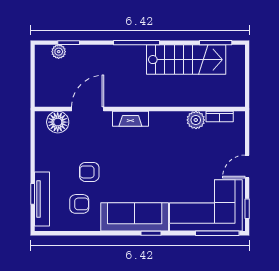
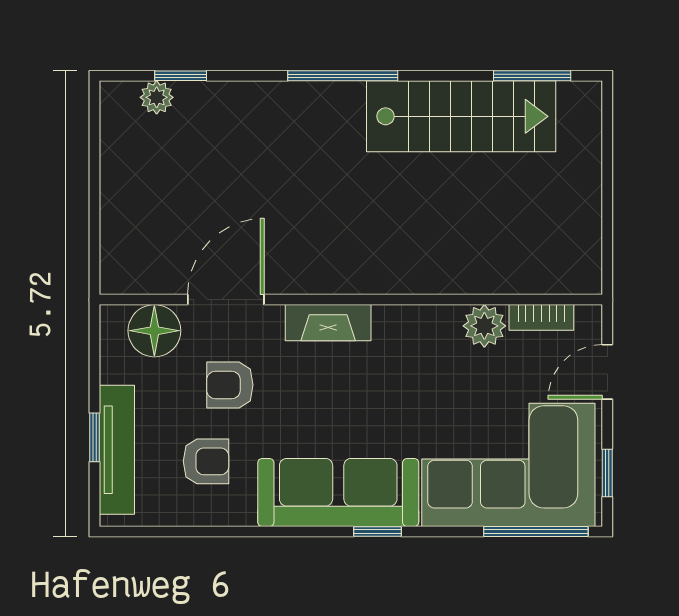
door: (88, 109) -> (226, 300), moved
wall: (140, 109) -> (351, 300), moved
bookcase: (220, 116) -> (541, 317), moved
fireplace: (130, 119) -> (328, 323), moved
plant: (196, 120) -> (484, 326), moved
floor lamp: (58, 122) -> (154, 331), moved

